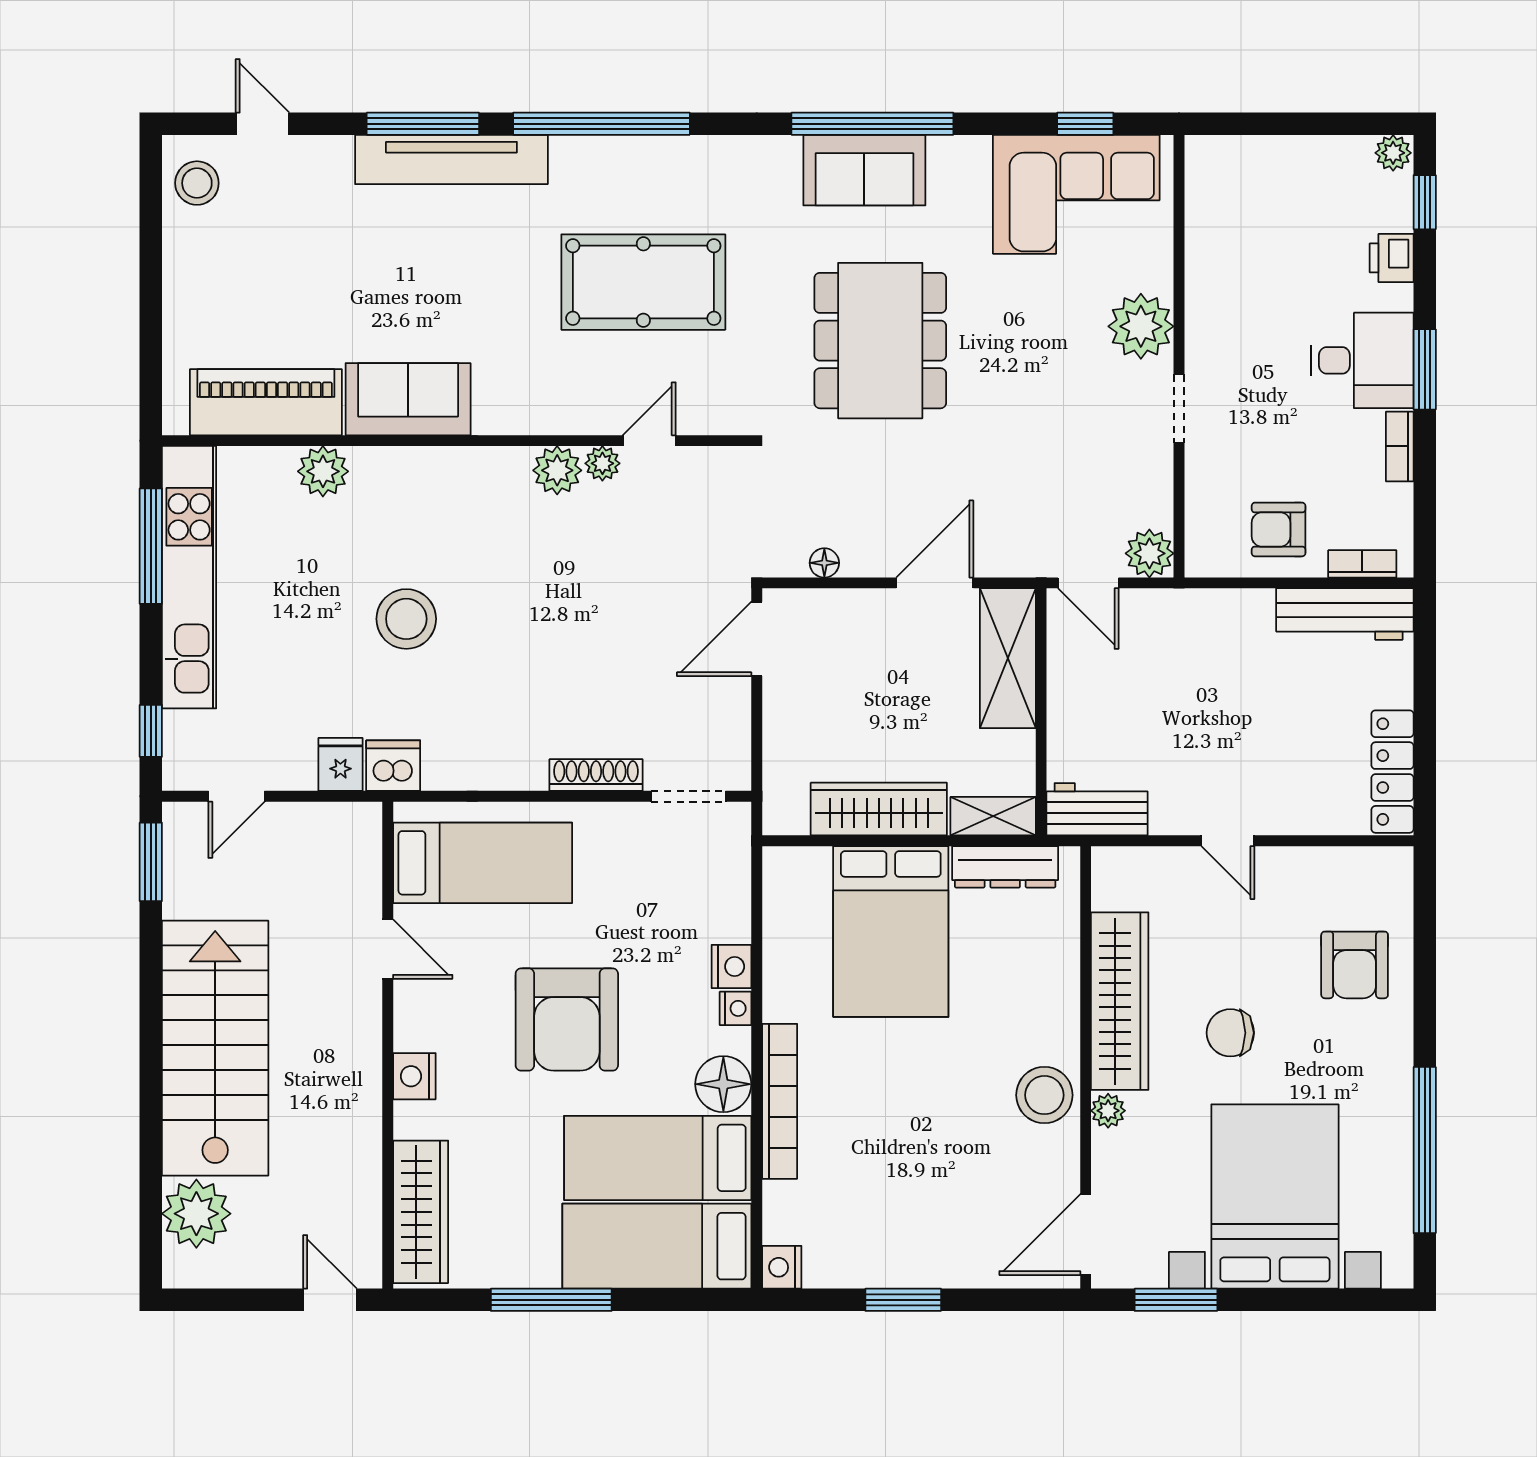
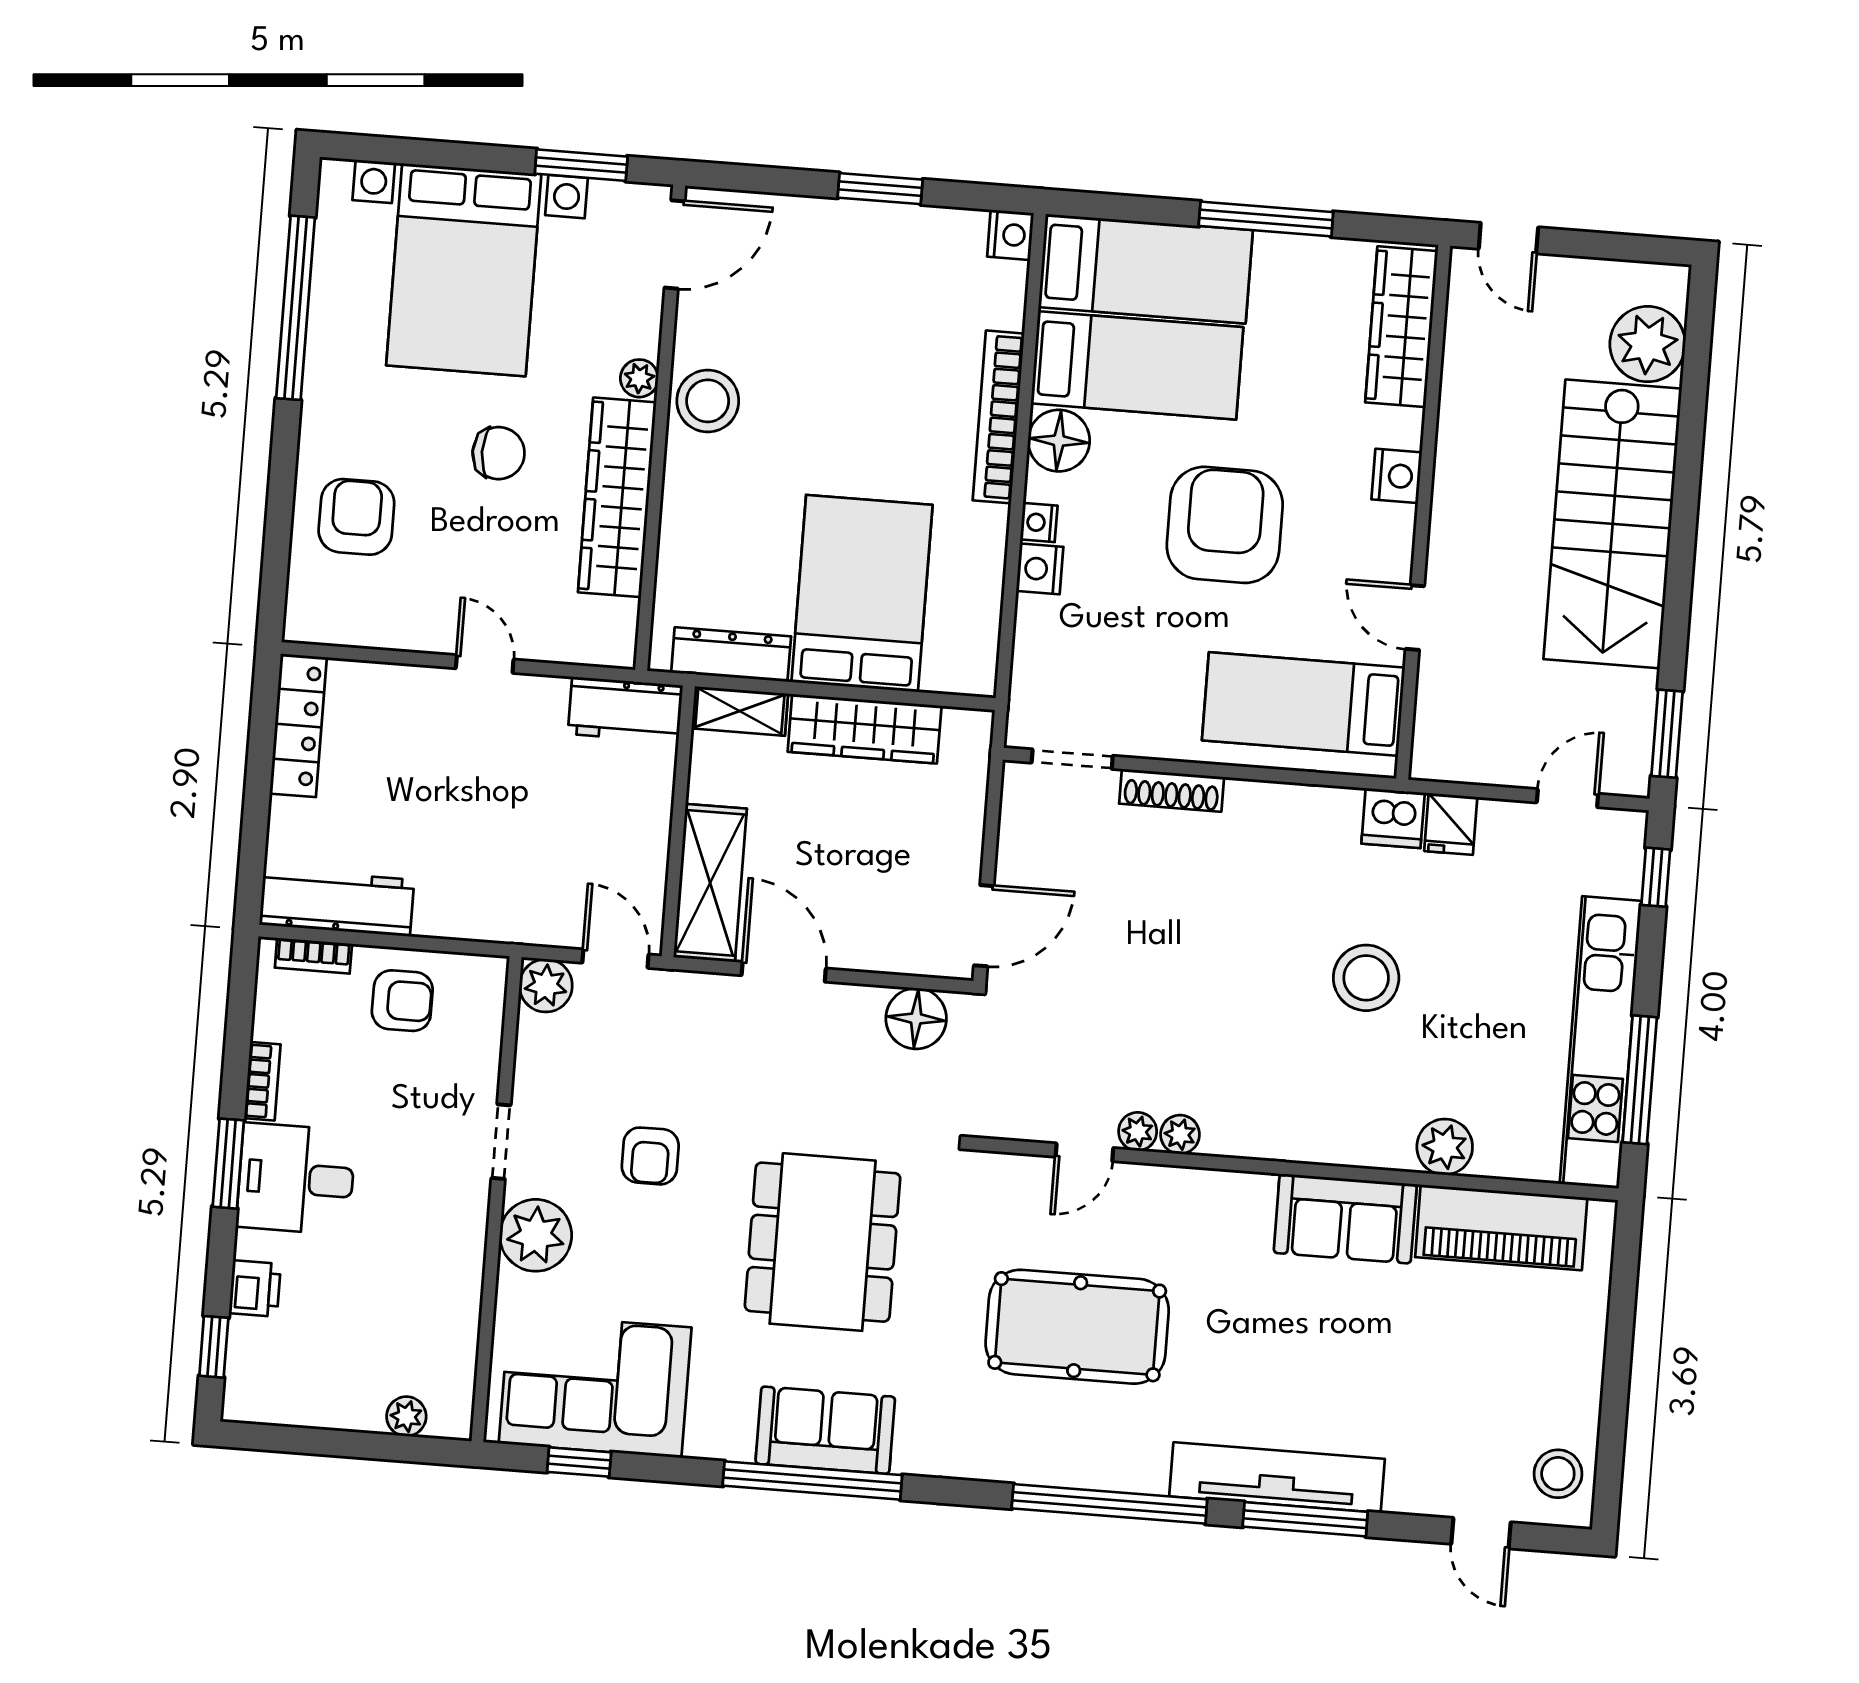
plant: (1393, 153) -> (406, 1416), moved
armchair: (1043, 406) -> (650, 1156), added
plant: (557, 470) -> (1180, 1134), width x0.73, depth x0.73
floor lamp: (824, 563) -> (916, 1019), width x1.89, depth x1.89
door: (935, 583) -> (784, 972), swing flipped

